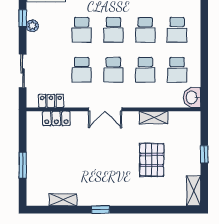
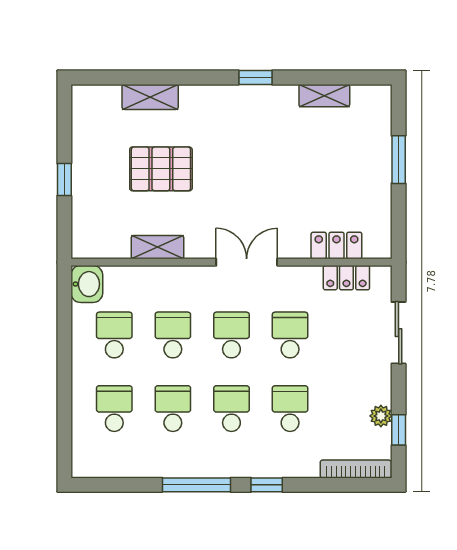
pallet: (152, 160) -> (161, 169), turned 90
shelving: (194, 191) -> (150, 97), moved, turned 90

